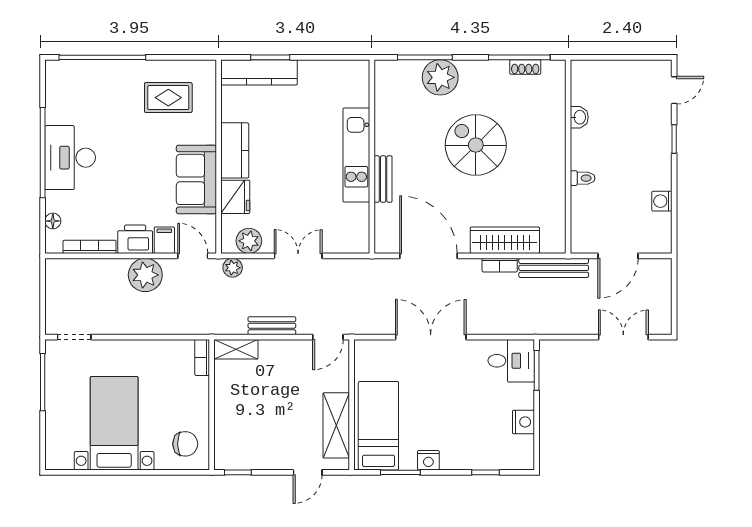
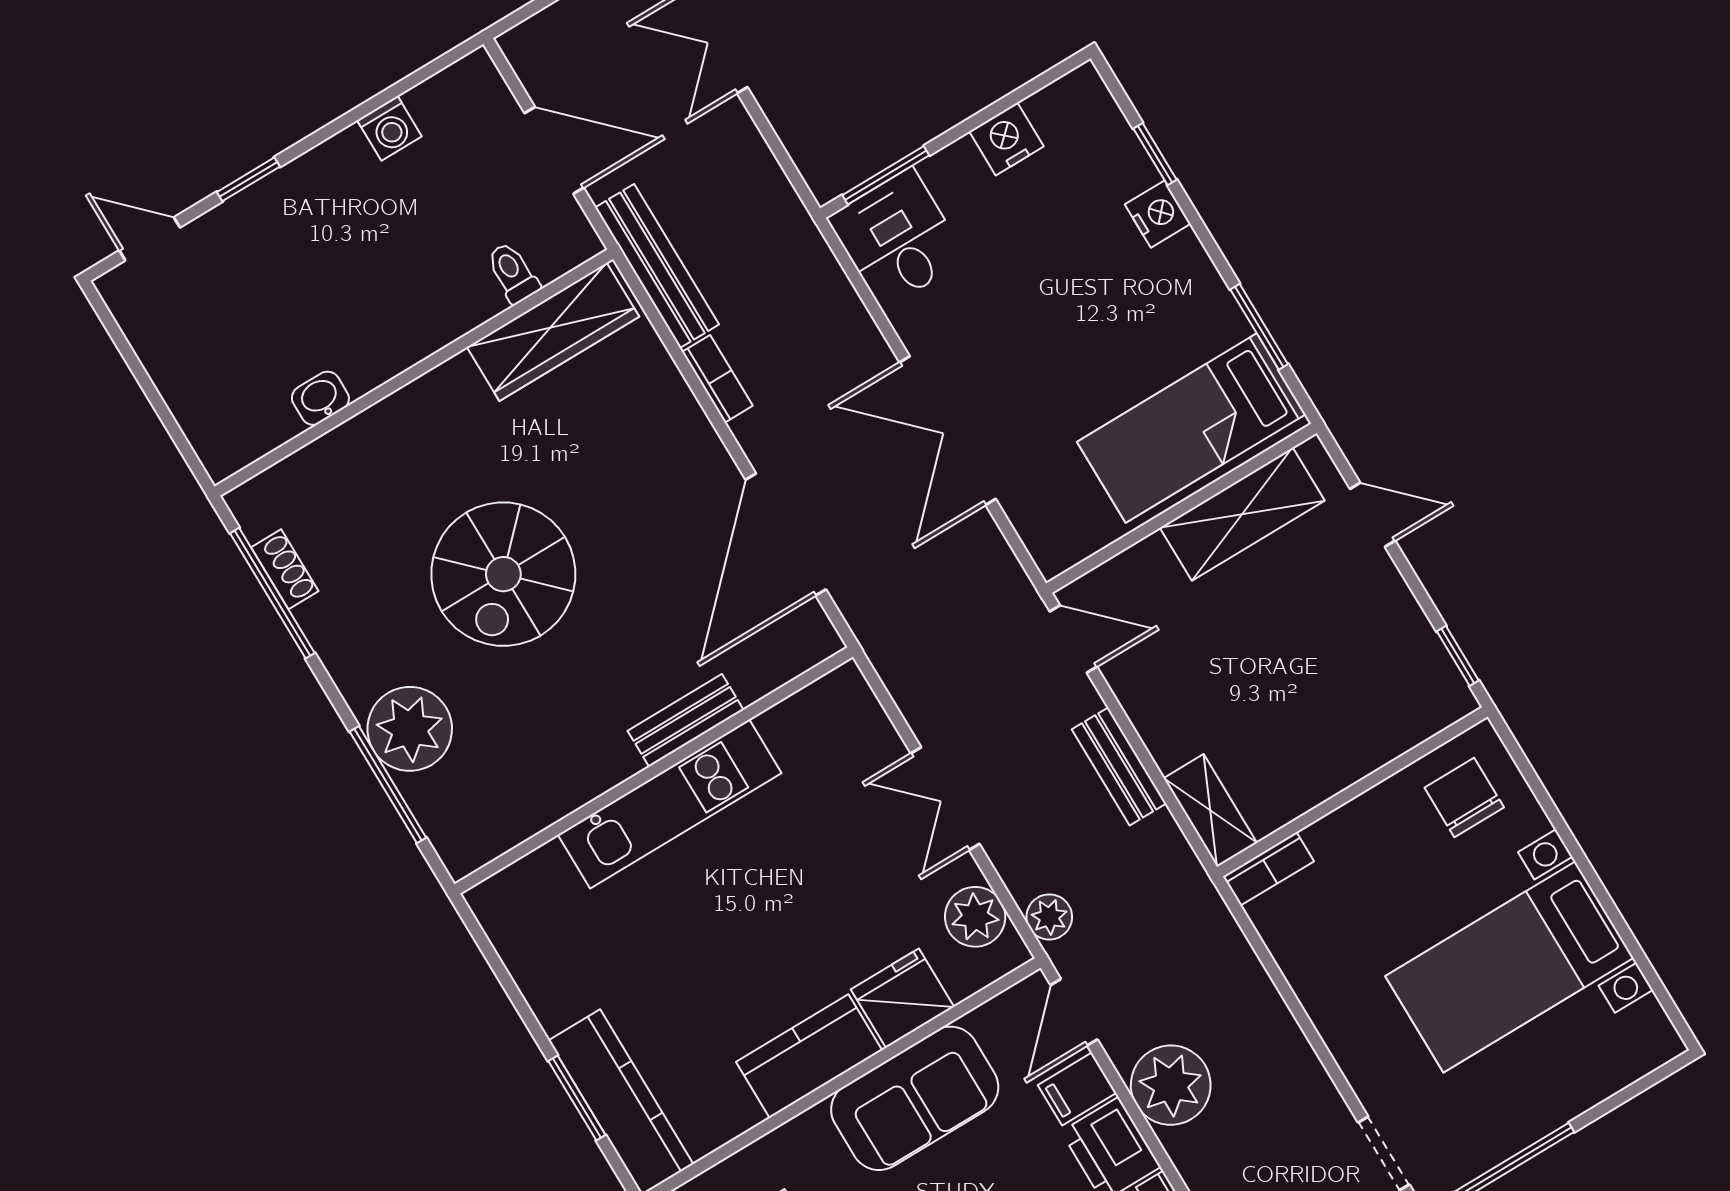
toilet: (583, 178) -> (513, 273), moved
wardrobe: (505, 240) -> (553, 332), moved, turned -90
nightstand: (428, 460) -> (1158, 214), moved

